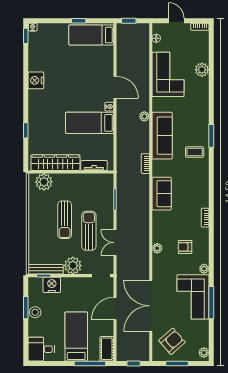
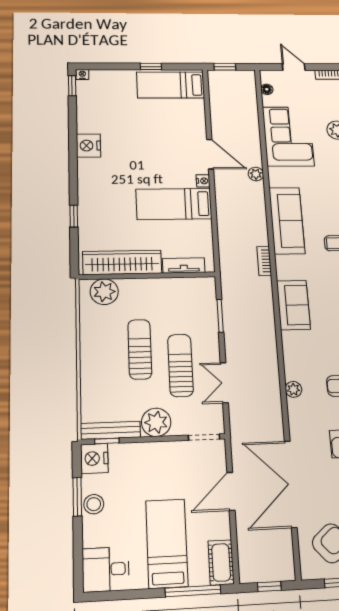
plant: (144, 116) -> (256, 174), moved
sun lounger: (65, 220) -> (140, 349), turned 180
nightstand: (52, 285) -> (94, 458), moved, turned -90

